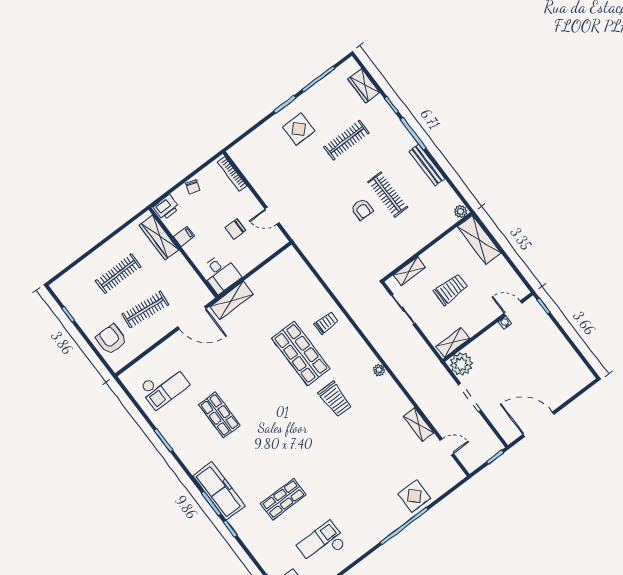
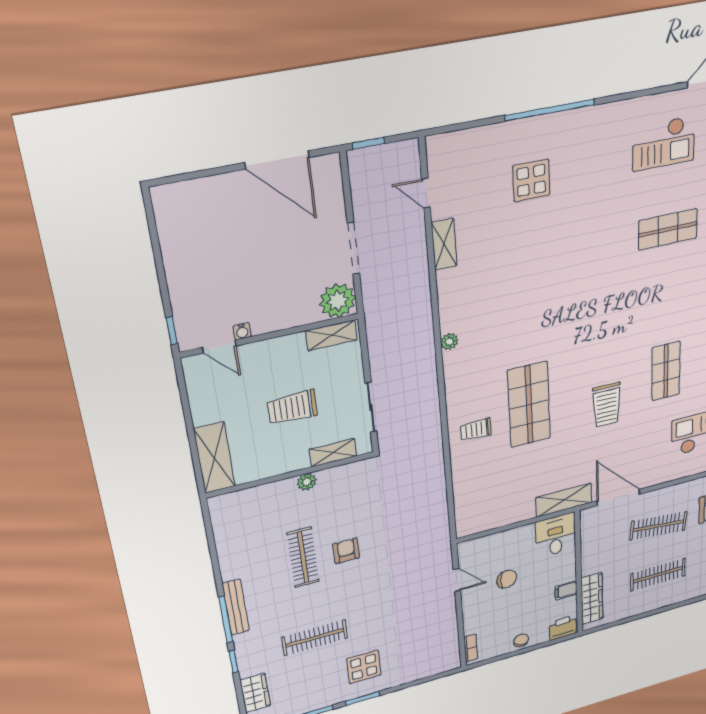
bench: (427, 165) -> (236, 607), moved
bookcase: (232, 174) -> (471, 648), width x0.64
plant: (461, 211) -> (307, 482), moved
trolley: (335, 399) -> (607, 405), moved, turned 180
display table: (414, 496) -> (531, 180), moved

